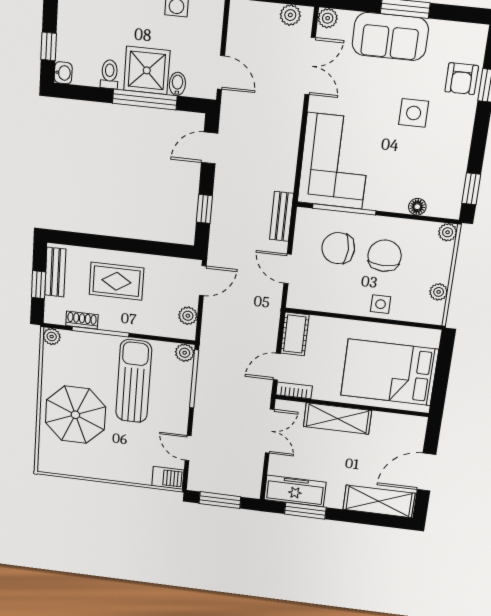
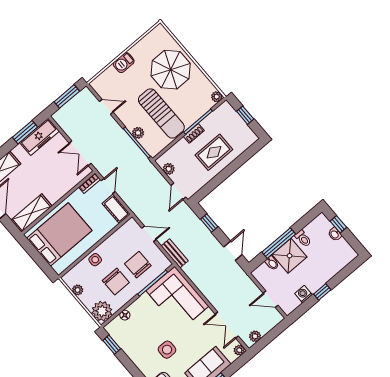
door: (221, 72) -> (271, 299), moved
washbasin: (63, 73) -> (335, 234), moved
plant: (448, 232) -> (102, 311), width x1.87, depth x1.87
chair: (338, 248) -> (138, 265), turned -90
bench: (55, 272) -> (244, 129), removed
shoe rack: (82, 320) -> (194, 133), moved
plant: (185, 353) -> (138, 133), moved
shelving: (337, 419) -> (31, 213), moved
barbecue: (168, 478) -> (124, 63), moved

